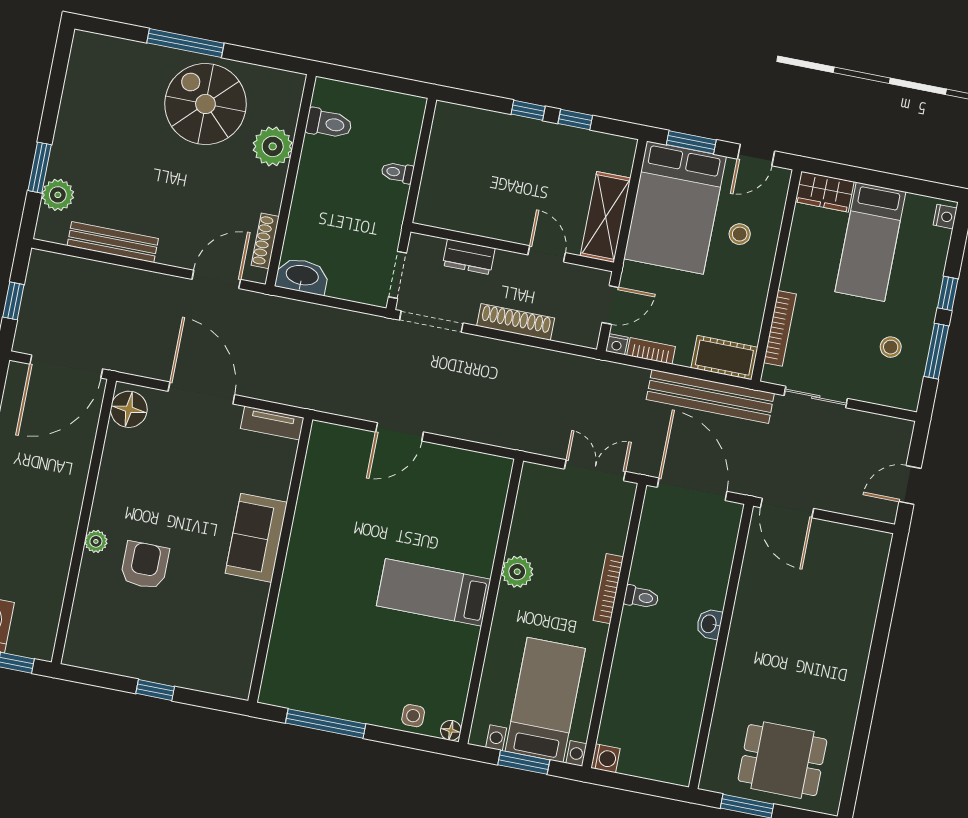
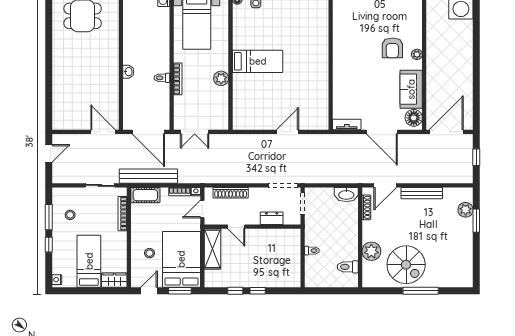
bench: (113, 242) -> (422, 193), moved
shoe rack: (516, 322) -> (231, 193), moved
sofa: (256, 538) -> (411, 89), moved, turned 180

